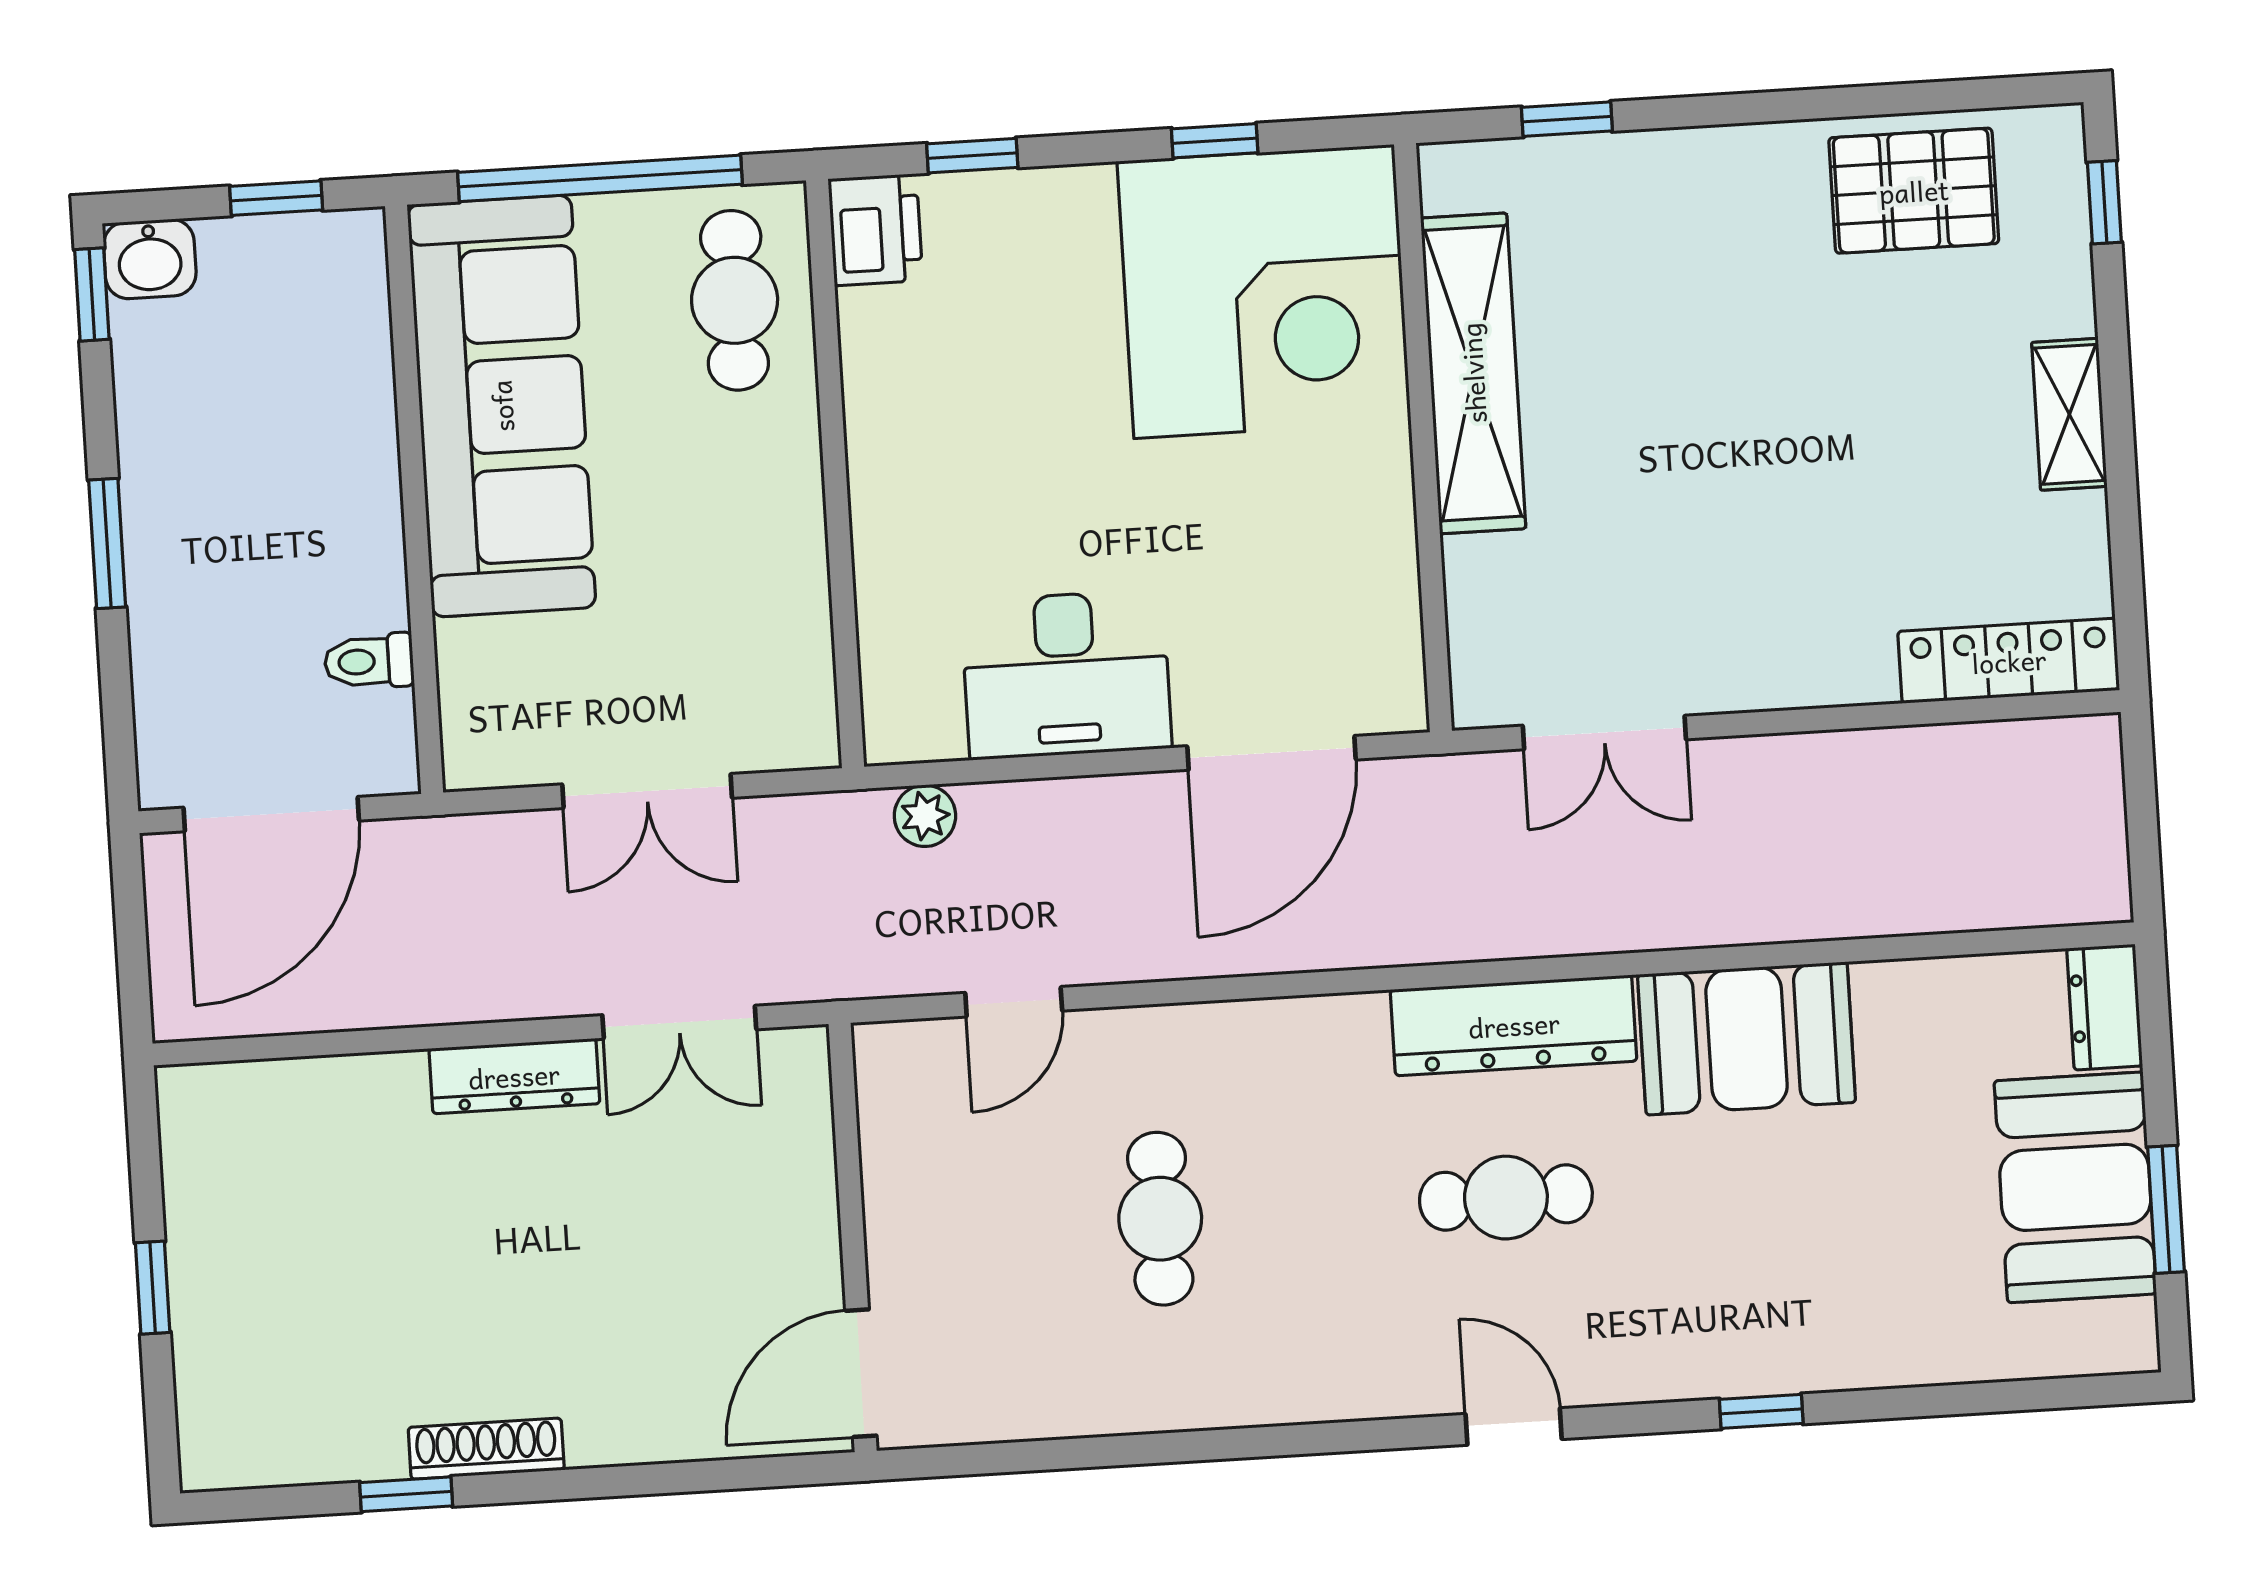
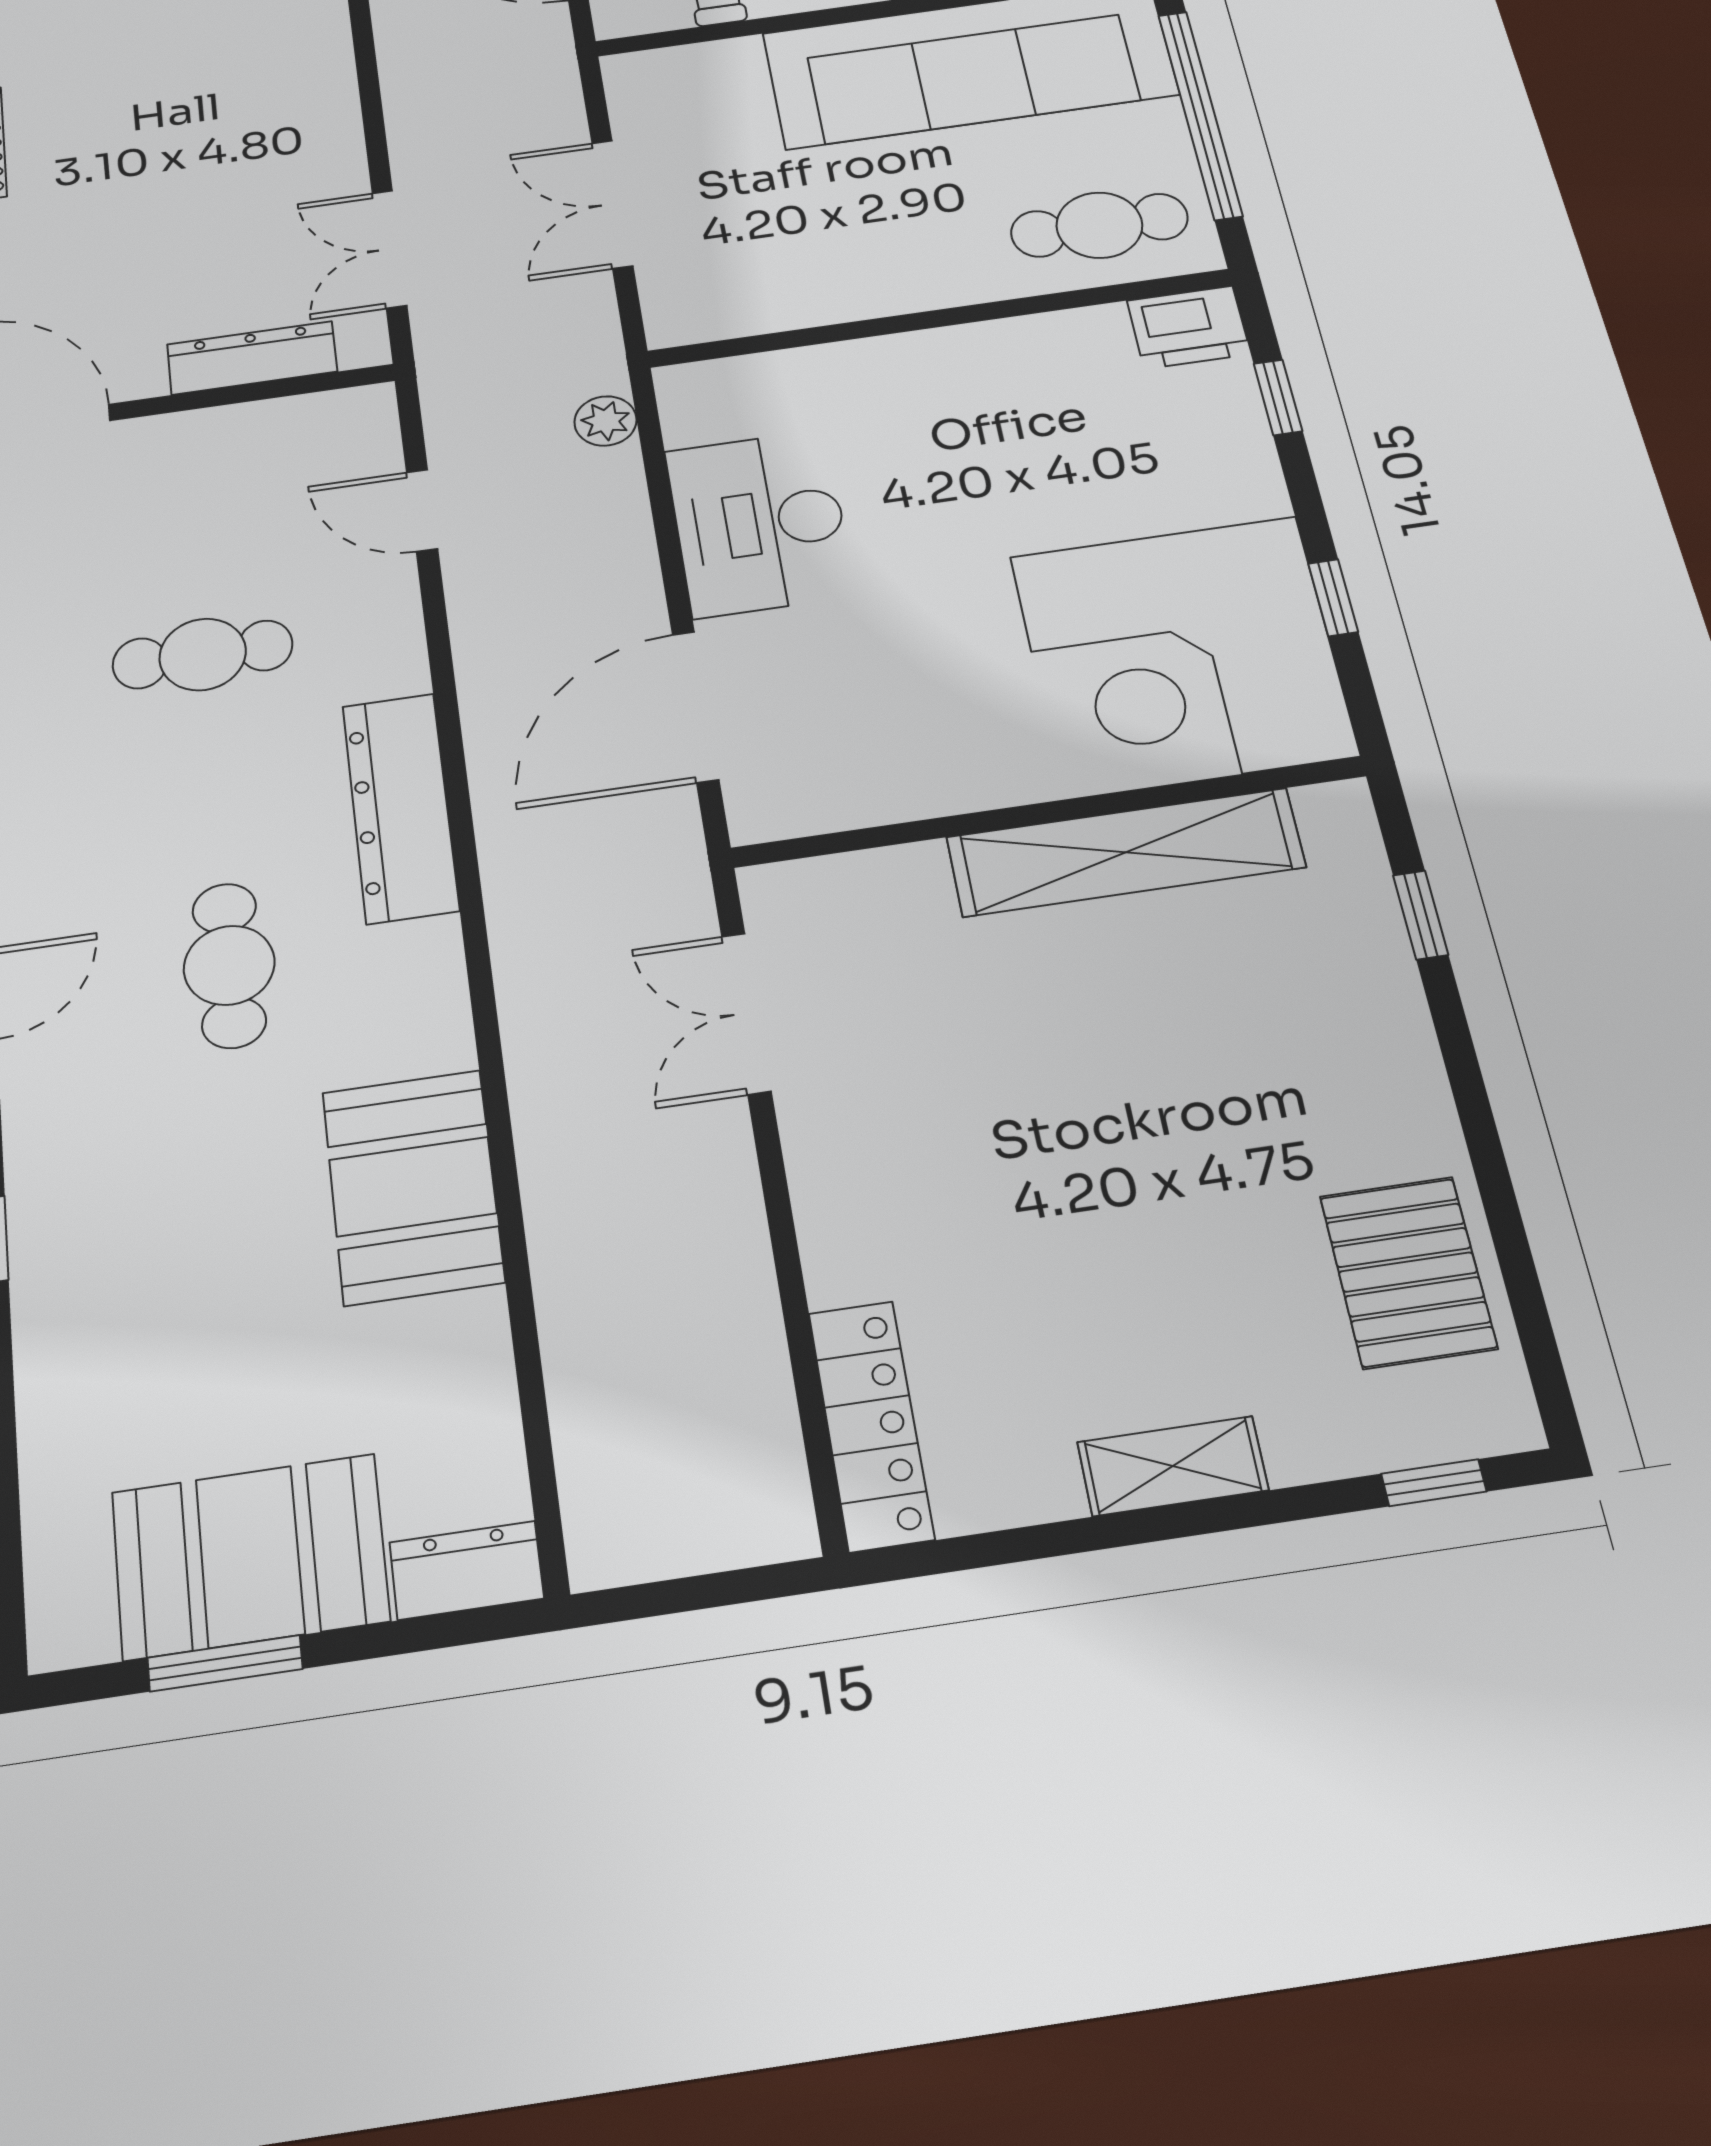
door: (1272, 753) -> (695, 707), hinge flipped
dresser: (1514, 1025) -> (400, 807), moved
dresser: (514, 1076) -> (252, 358), moved, turned 90

